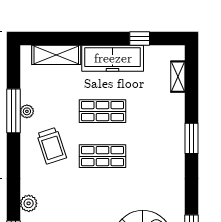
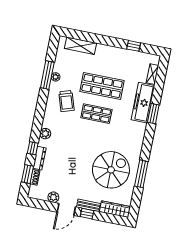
freezer: (113, 58) -> (143, 103), moved, turned 90
shop shelf: (103, 111) -> (102, 86), width x1.43, depth x1.36

